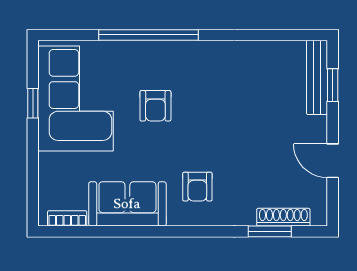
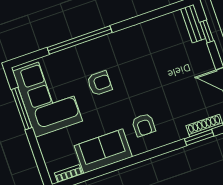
bench: (317, 77) -> (193, 24), width x0.73
window: (33, 103) -> (22, 108), width x2.17
armchair: (155, 106) -> (99, 83), turned -90

